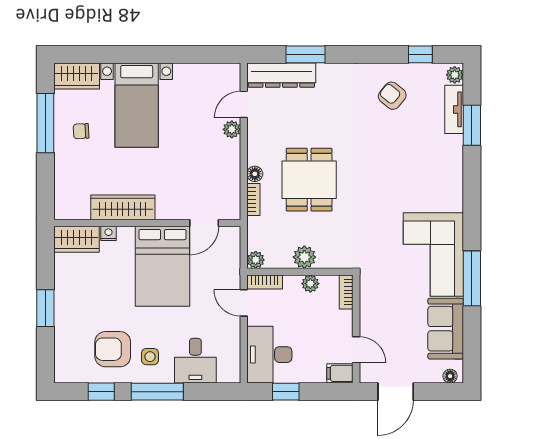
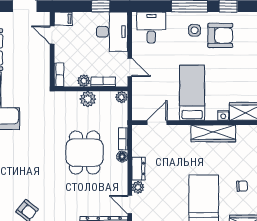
door: (244, 104) -> (130, 205), swing flipped
dresser: (231, 157) -> (138, 169), added
bed: (163, 266) -> (192, 93), width x0.67
bookcase: (265, 282) -> (103, 82), moved
desk: (195, 361) -> (151, 27), moved

